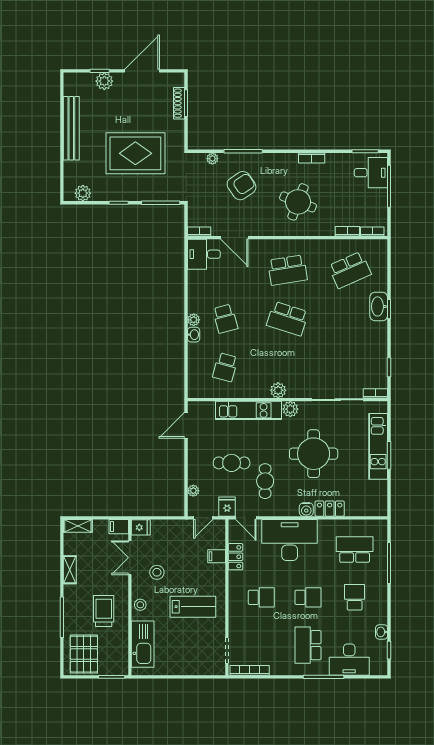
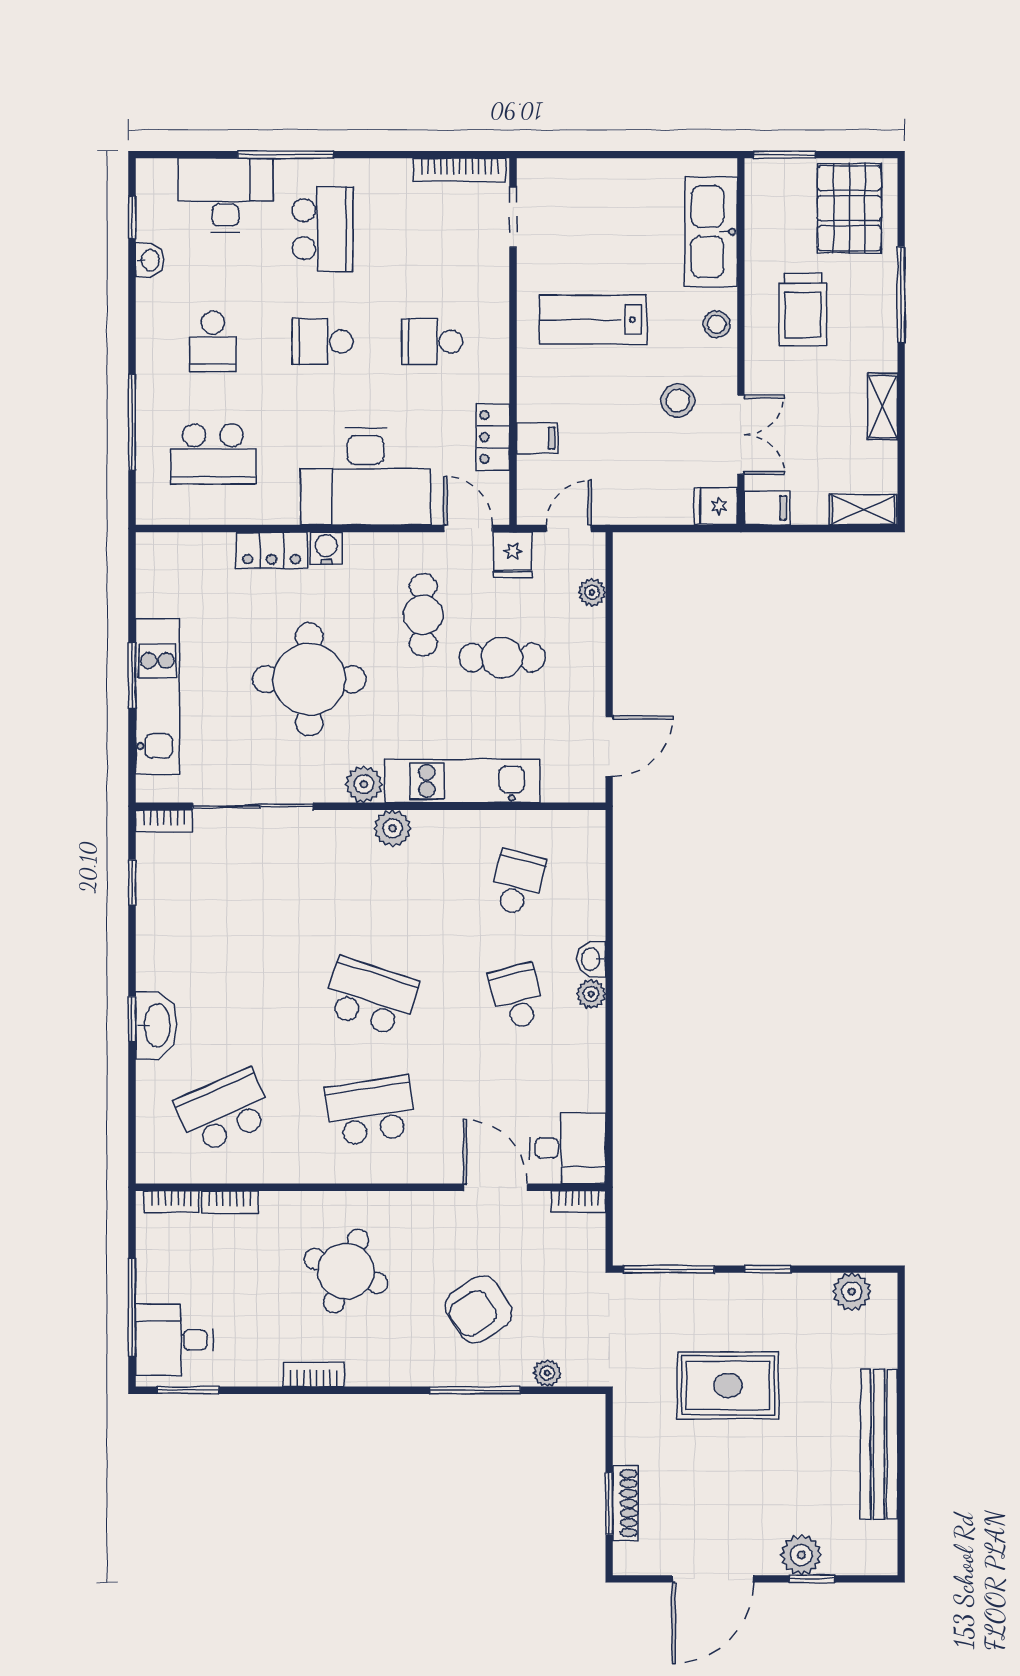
rug: (135, 153) -> (728, 1385), width x0.73, depth x0.69

